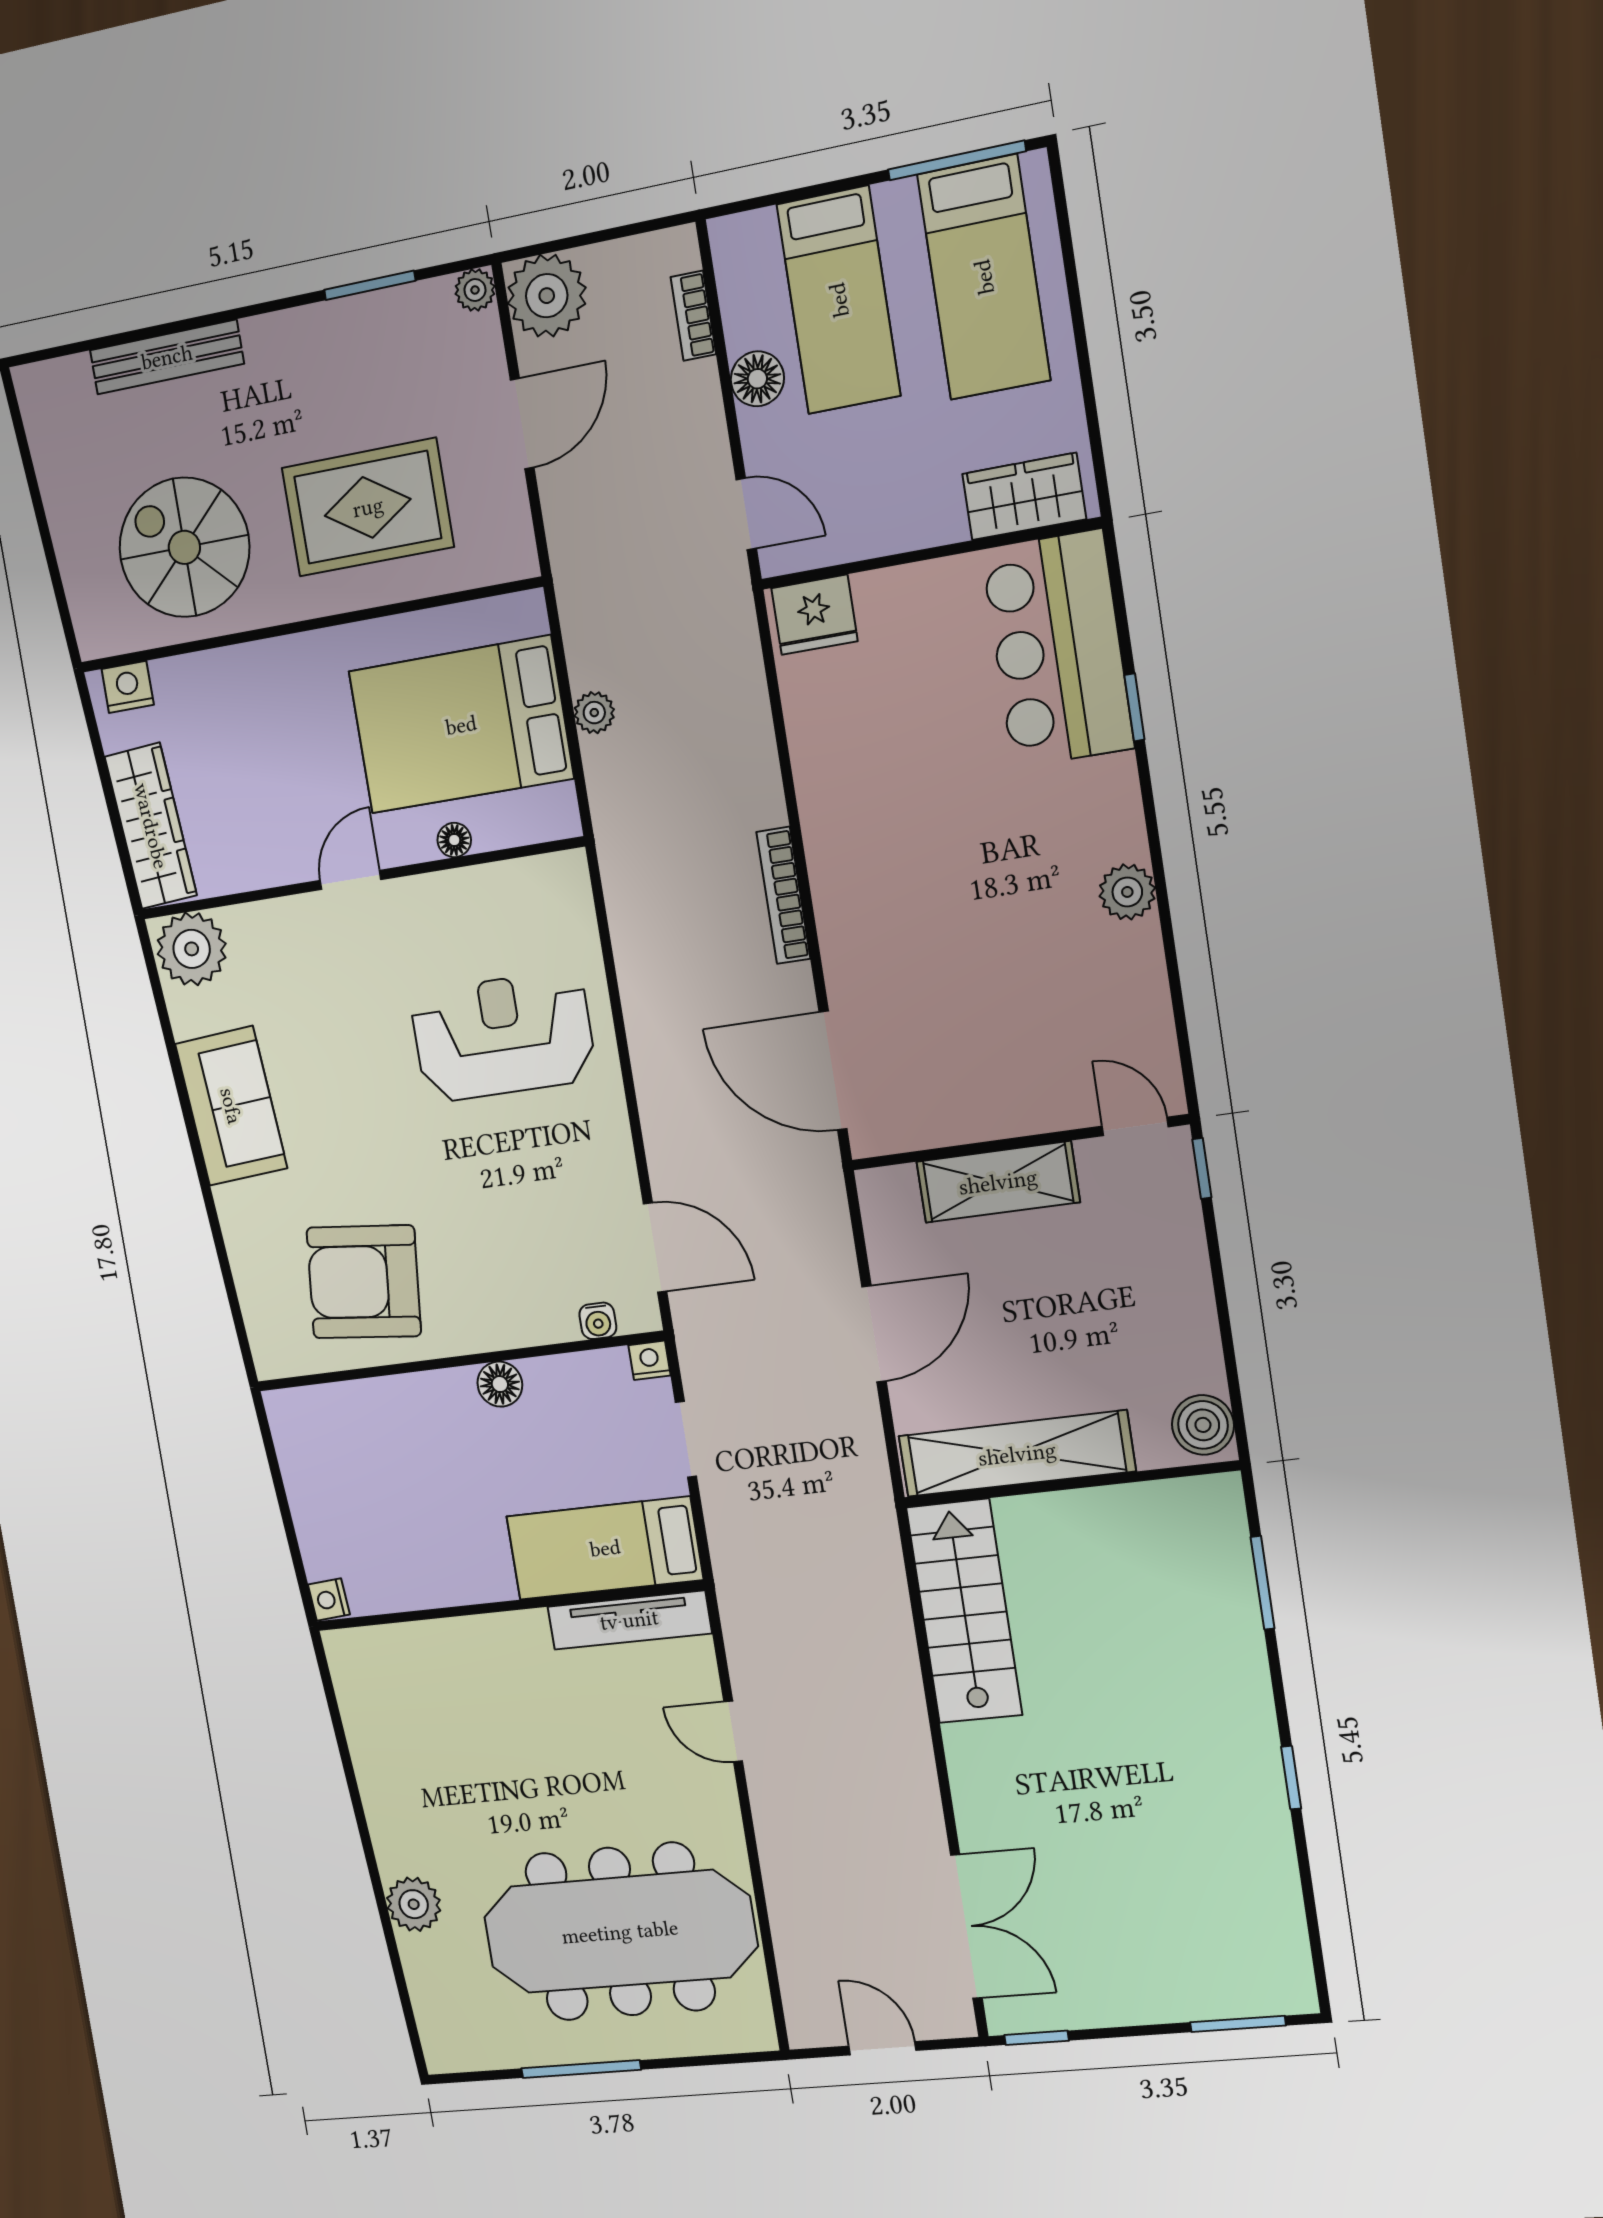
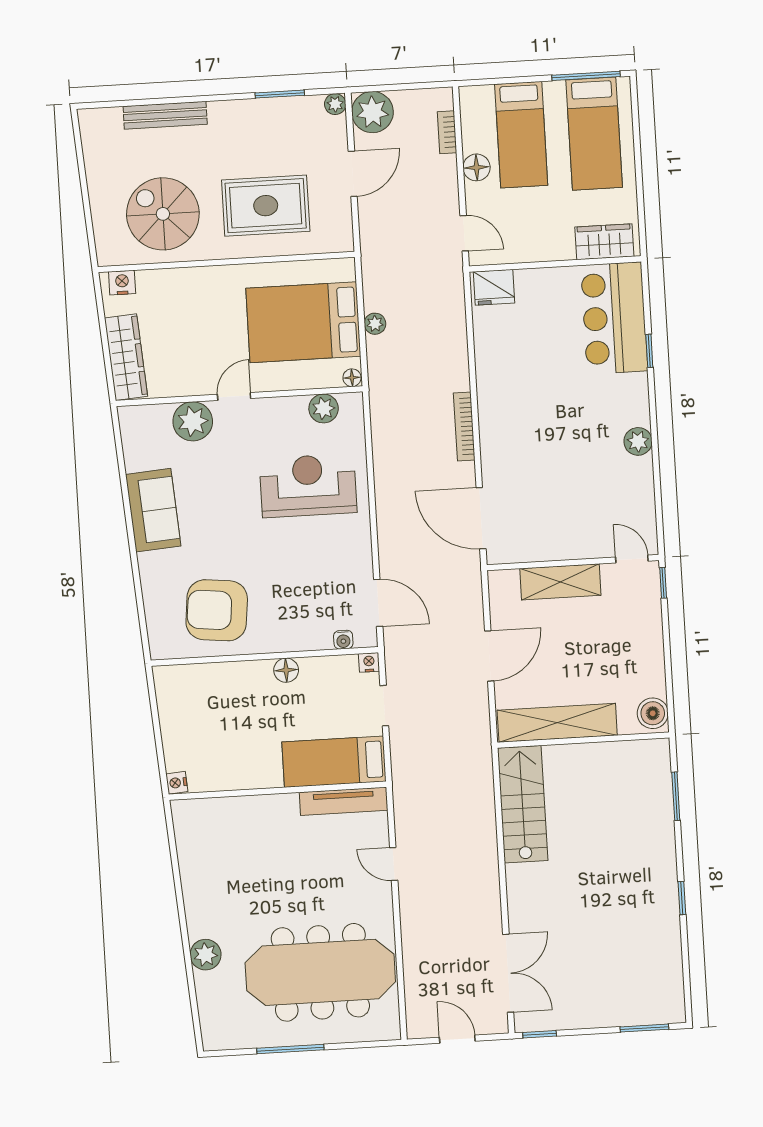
floor lamp: (454, 840) -> (352, 378), moved
plant: (516, 886) -> (324, 408), added
plant: (192, 949) -> (193, 421), moved

